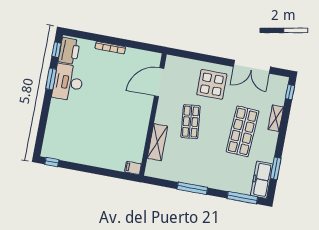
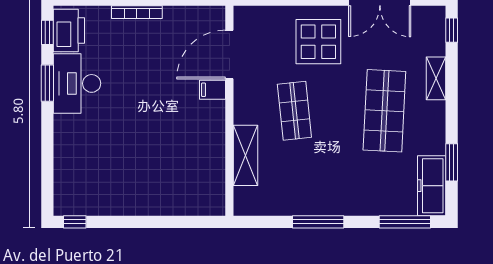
filing cabinet: (133, 168) -> (212, 90), moved

